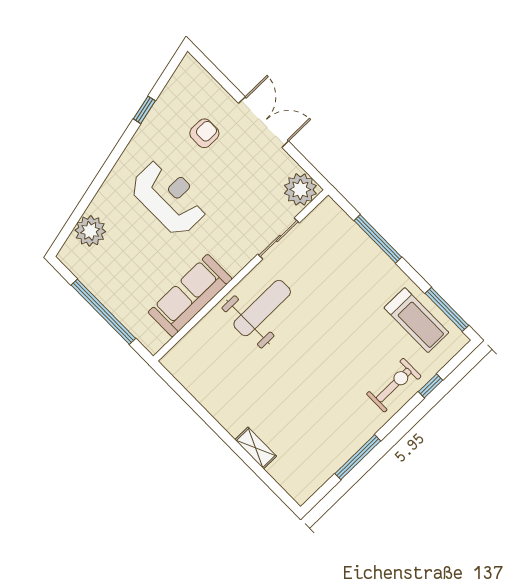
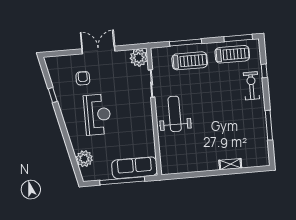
reception desk: (169, 197) -> (97, 115), turned 90
treadmill: (356, 267) -> (190, 61), added
sofa: (190, 296) -> (134, 168), moved, turned 90

